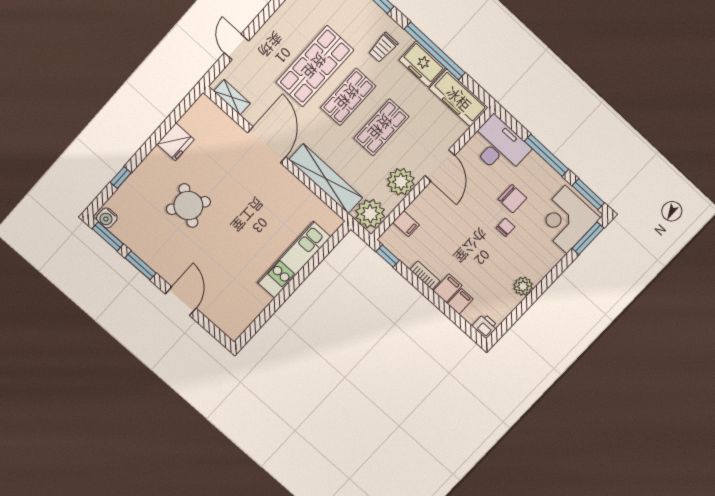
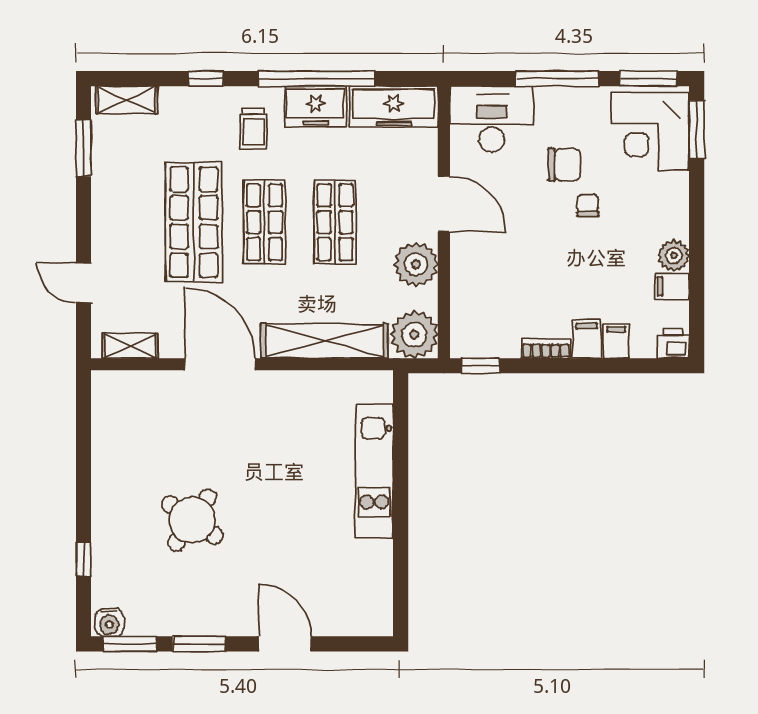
fridge: (176, 142) -> (111, 458), removed
filing cabinet: (406, 224) -> (672, 286), moved, turned 180

